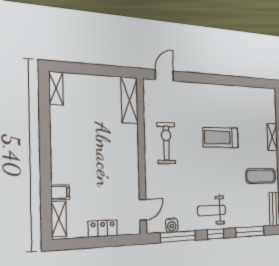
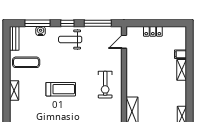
weight bench: (212, 210) -> (70, 39), turned 180
shelving: (59, 219) -> (182, 70), moved
water cooler: (172, 225) -> (41, 31), moved

